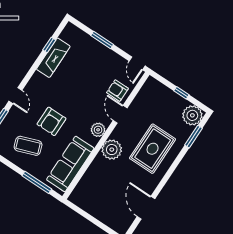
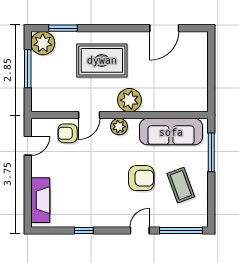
window: (102, 40) -> (28, 182), removed
window: (49, 45) -> (84, 231), moved
fireplace: (53, 58) -> (40, 200), moved, turned 90
door: (137, 63) -> (28, 146), moved
armchair: (117, 91) -> (68, 133), turned 90
window: (181, 93) -> (28, 69), width x2.17

